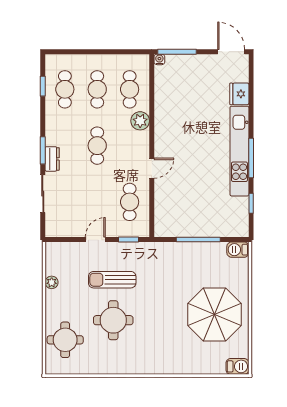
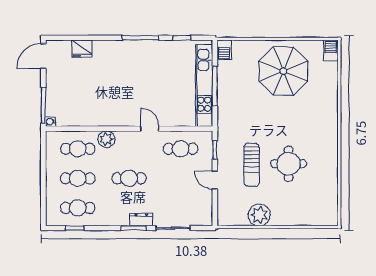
kitchen unit: (239, 151) -> (204, 85), moved, turned 90
plant: (52, 282) -> (259, 215), width x1.88, depth x1.88
round table: (65, 340) -> (306, 208), removed

